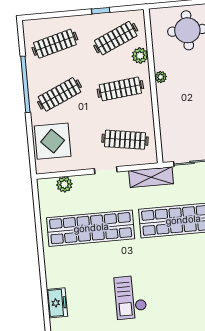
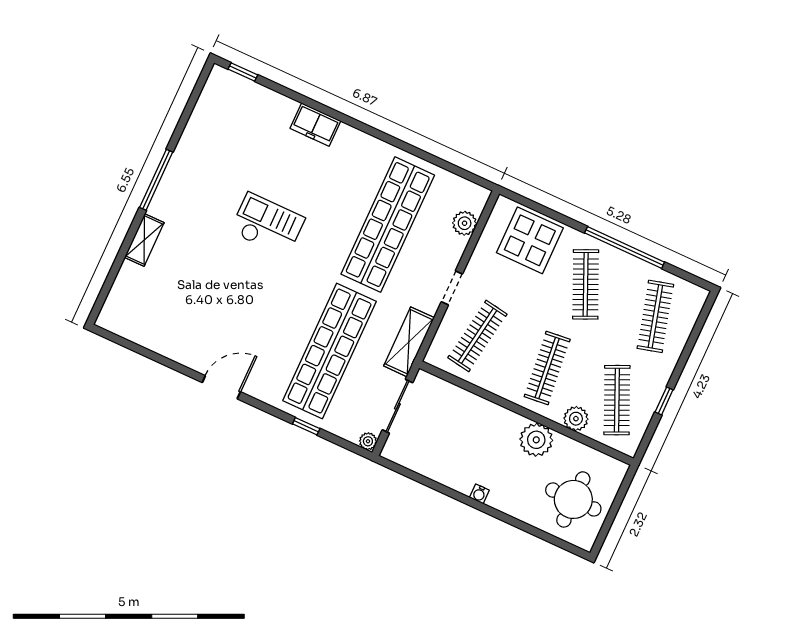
plant: (161, 77) -> (536, 440), width x1.87, depth x1.87

